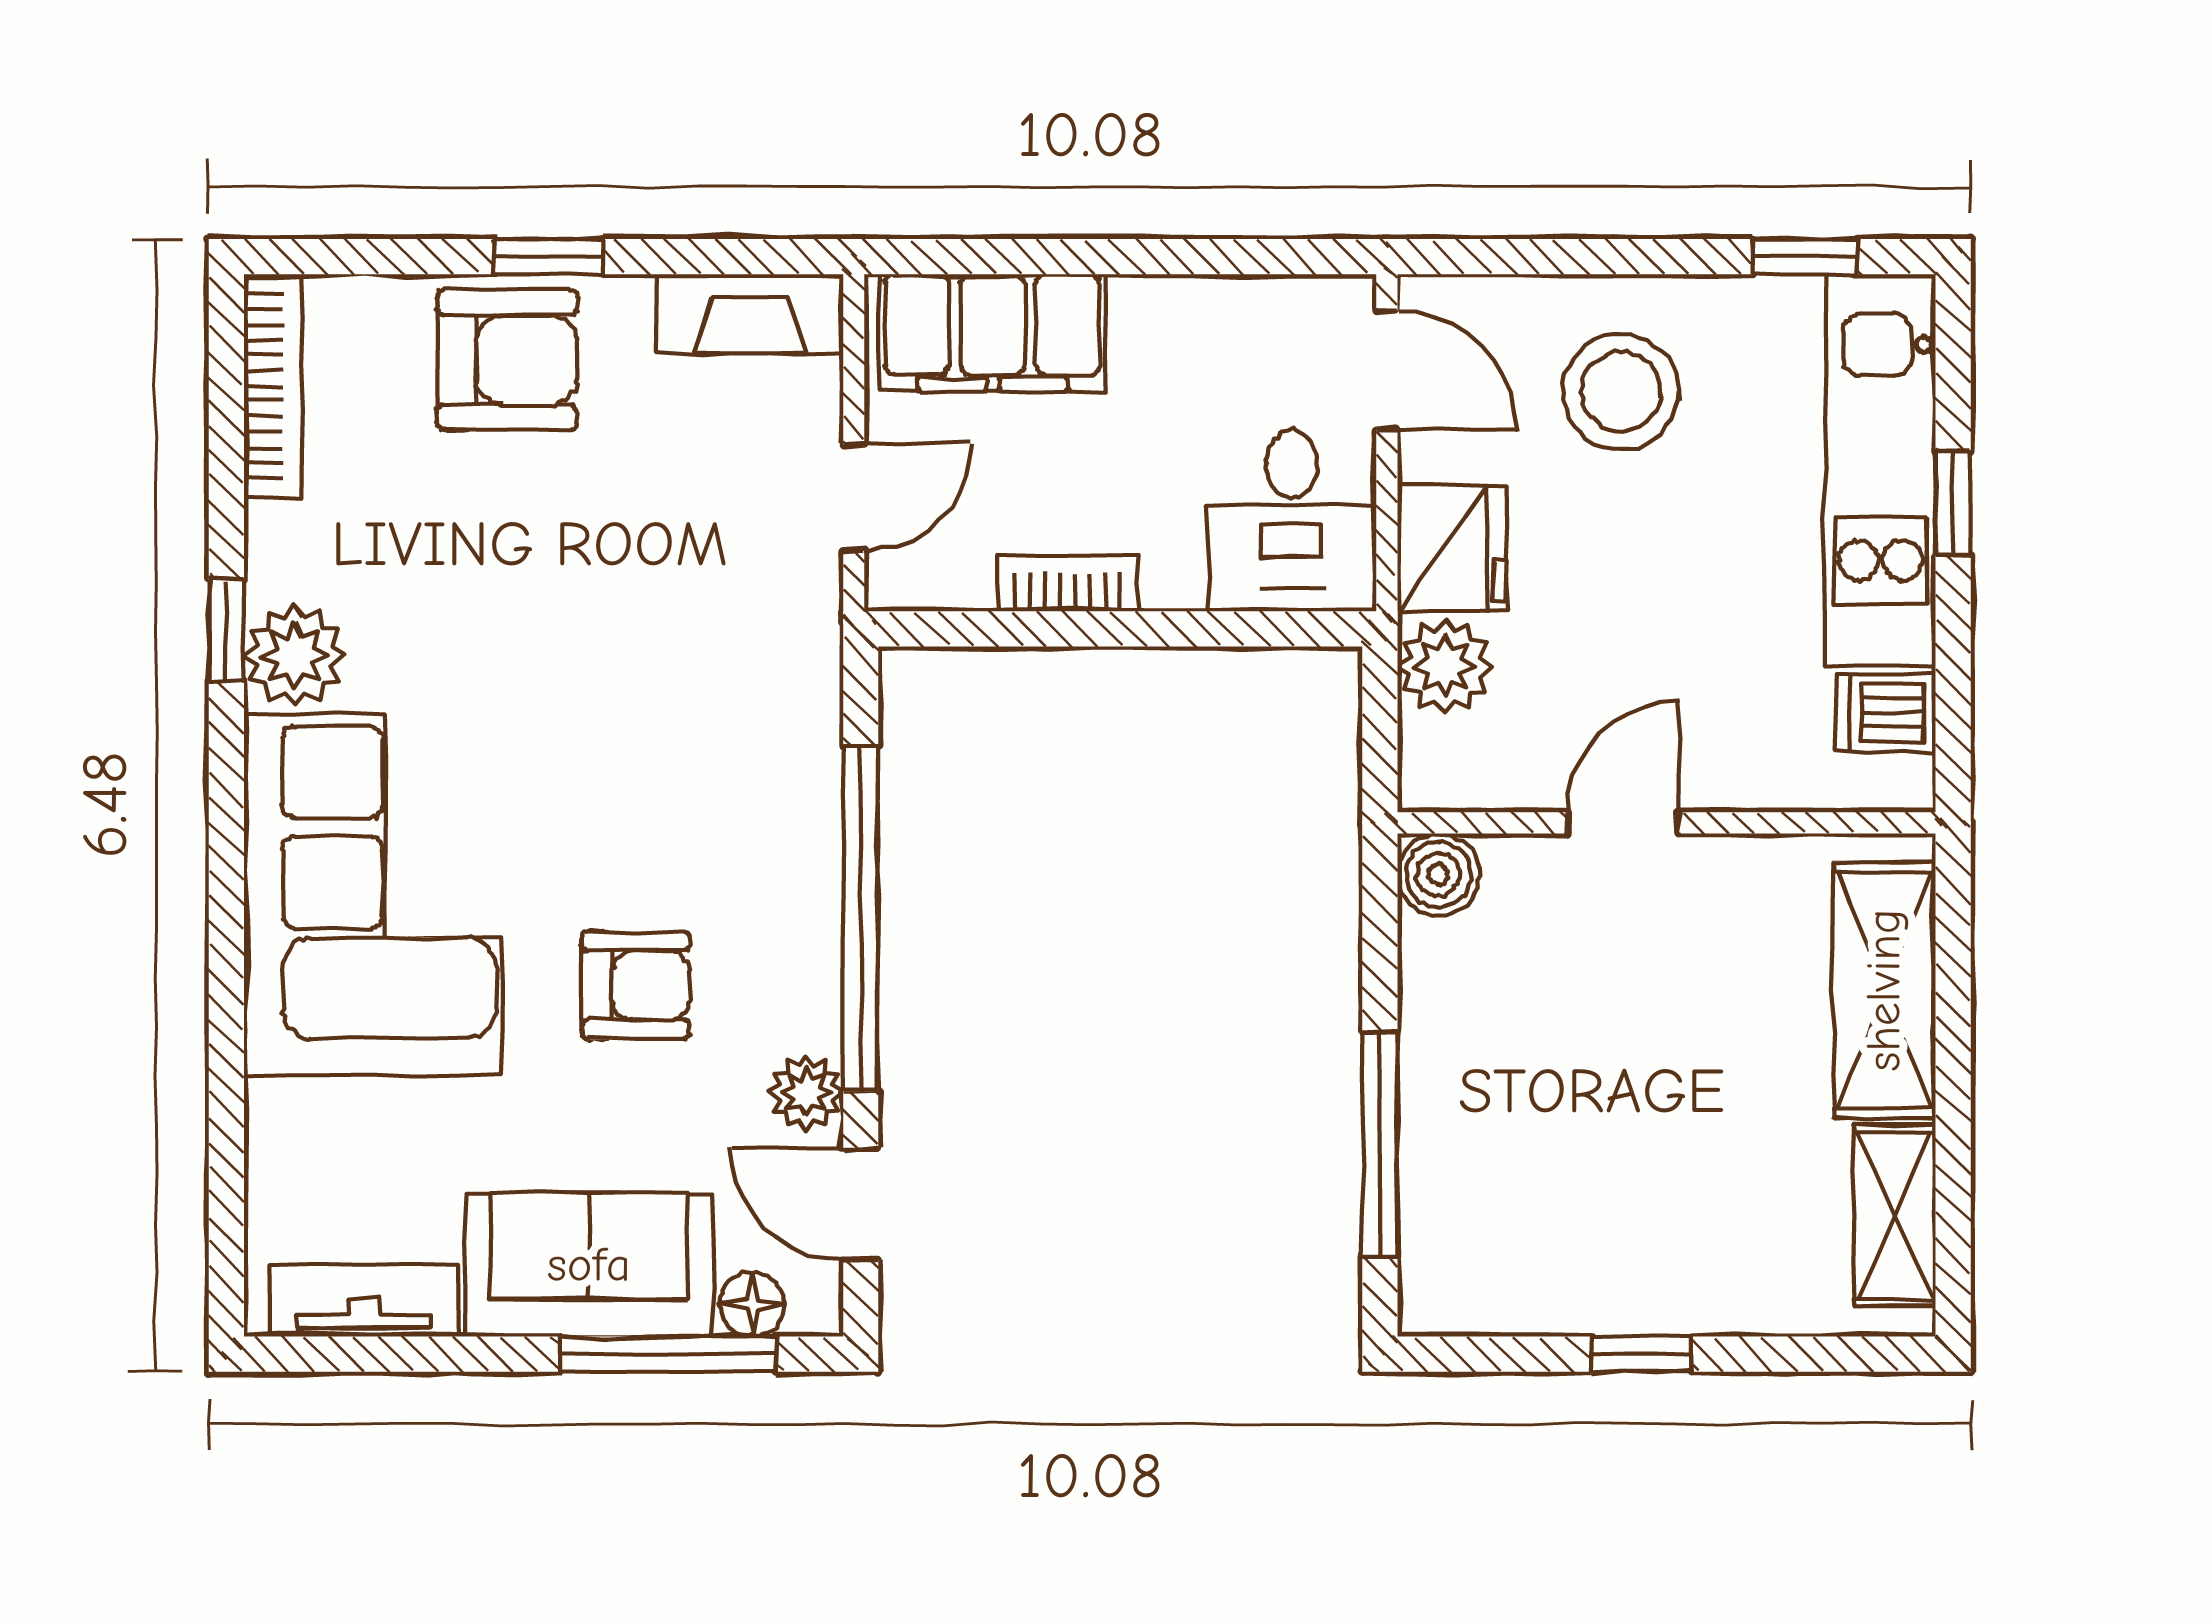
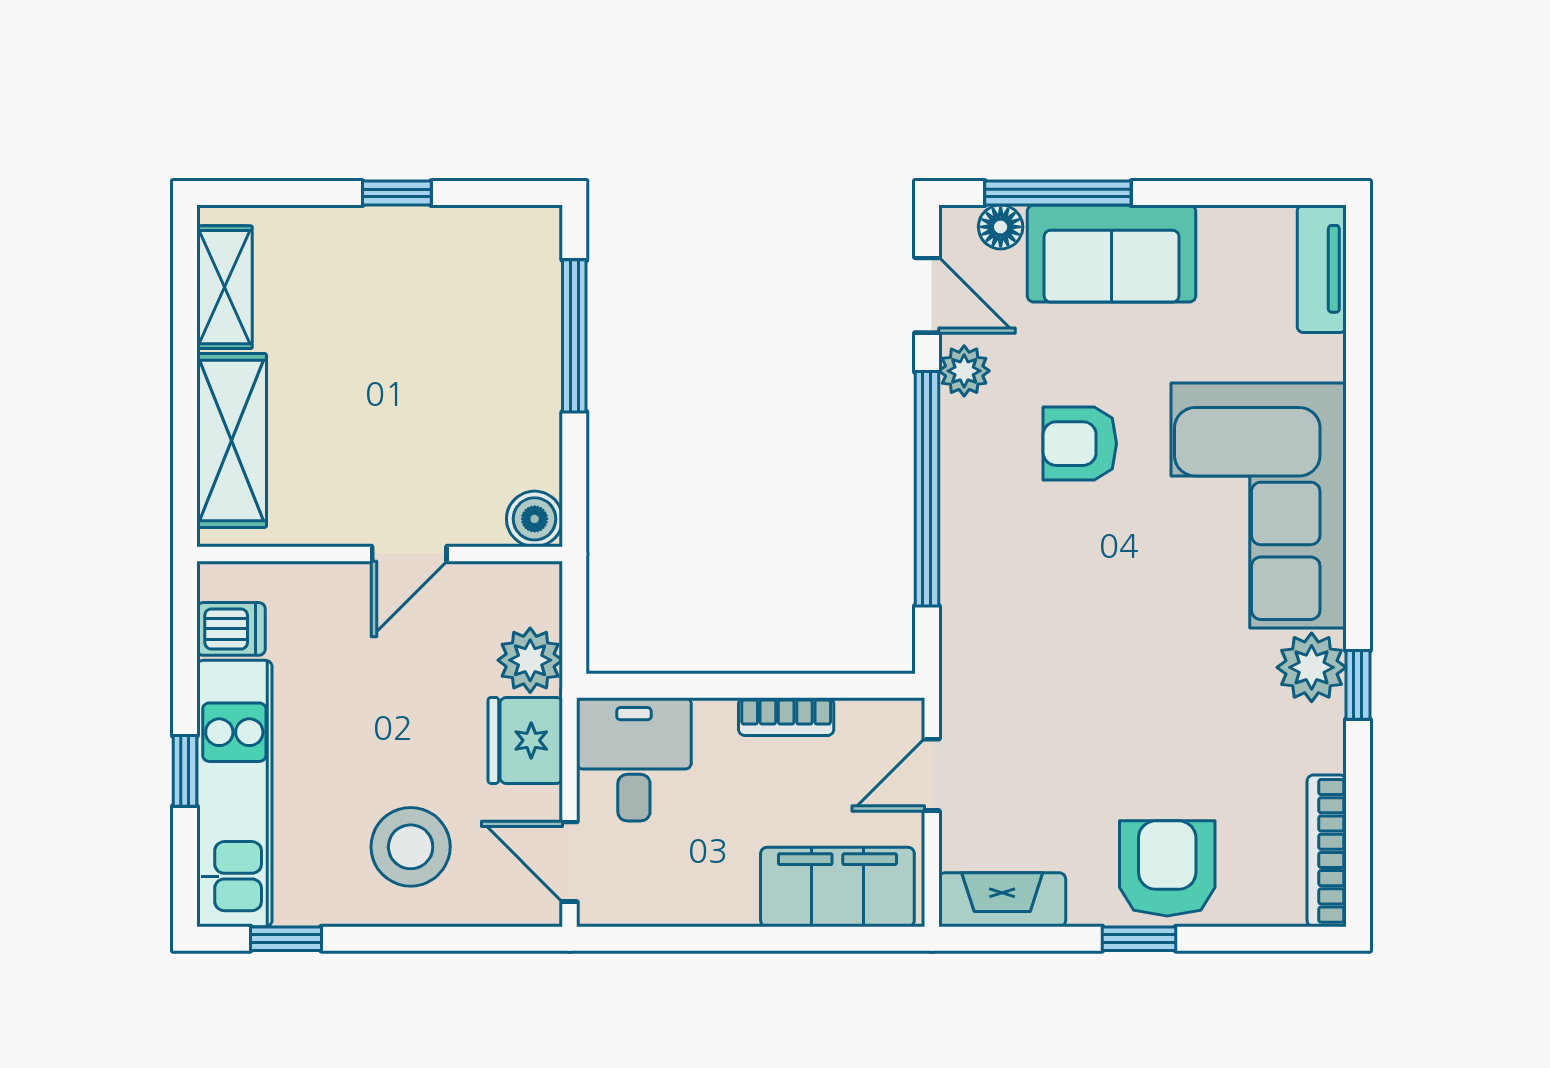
armchair: (507, 360) -> (1167, 868), turned 90
tv unit: (364, 1301) -> (1322, 269), moved, turned 90

